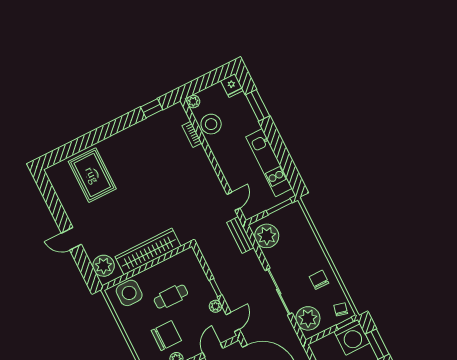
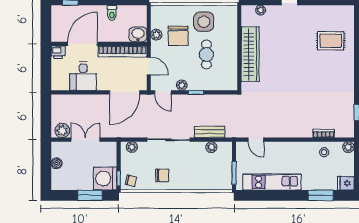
stool: (211, 124) -> (324, 152), width x0.53, depth x0.53
rug: (92, 175) -> (331, 41), width x0.73, depth x0.70
bench: (240, 235) -> (210, 132), moved
plant: (267, 236) -> (211, 147), width x0.53, depth x0.53
plant: (104, 266) -> (261, 10), width x0.53, depth x0.53
side table: (129, 293) -> (204, 22), moved
plant: (308, 318) -> (132, 147), width x0.53, depth x0.53

